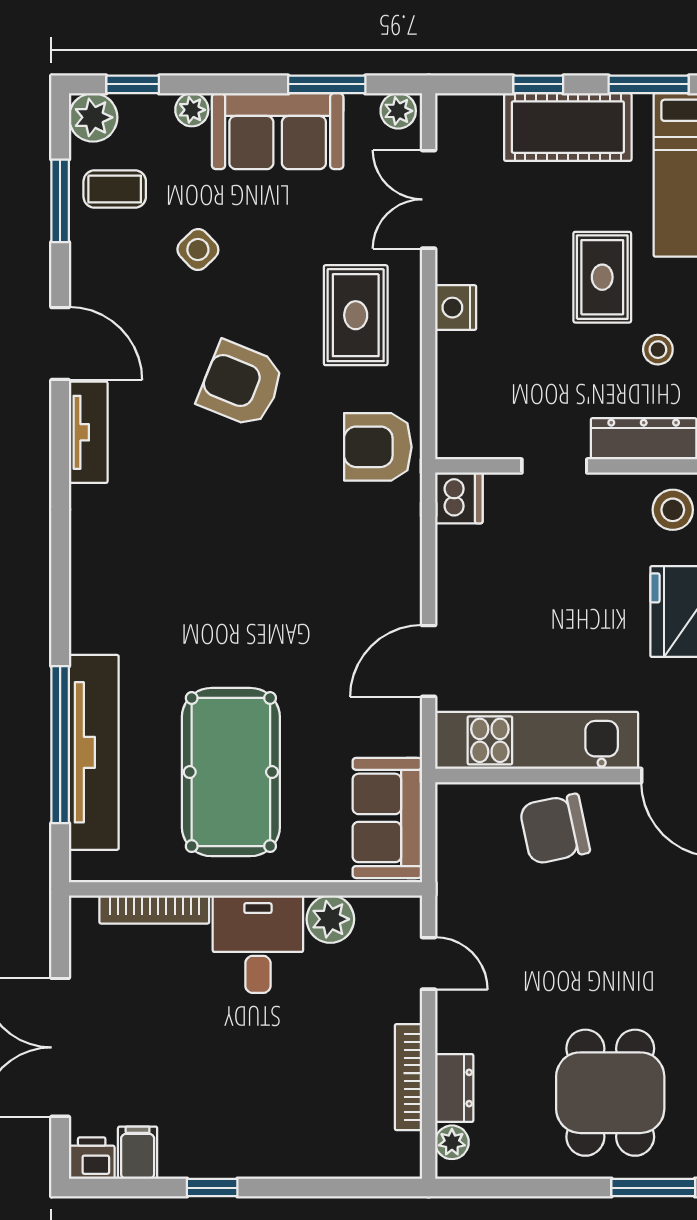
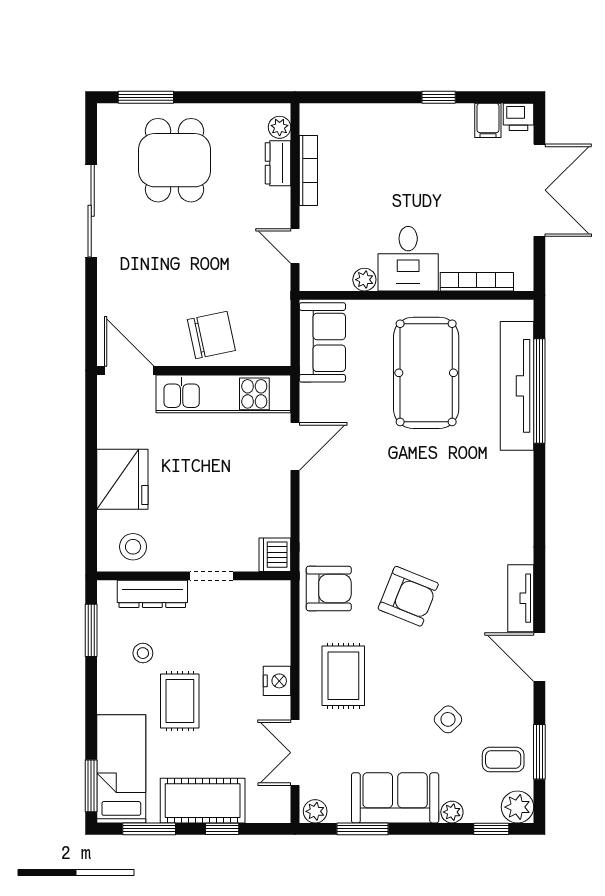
double door: (429, 199) -> (295, 753), swing flipped
armchair: (241, 384) -> (408, 596), moved
plant: (330, 919) -> (364, 280), width x0.73, depth x0.73

